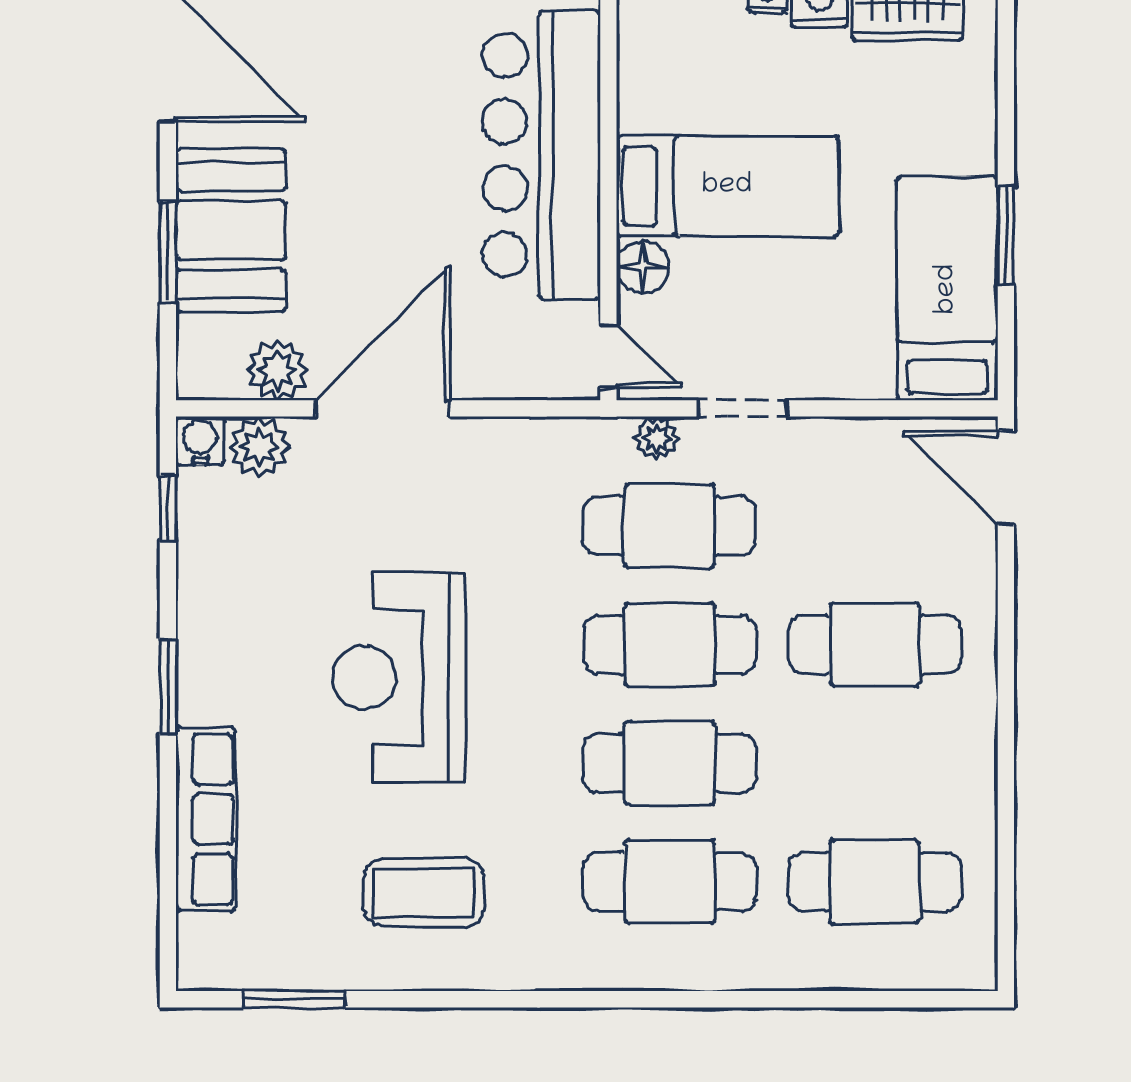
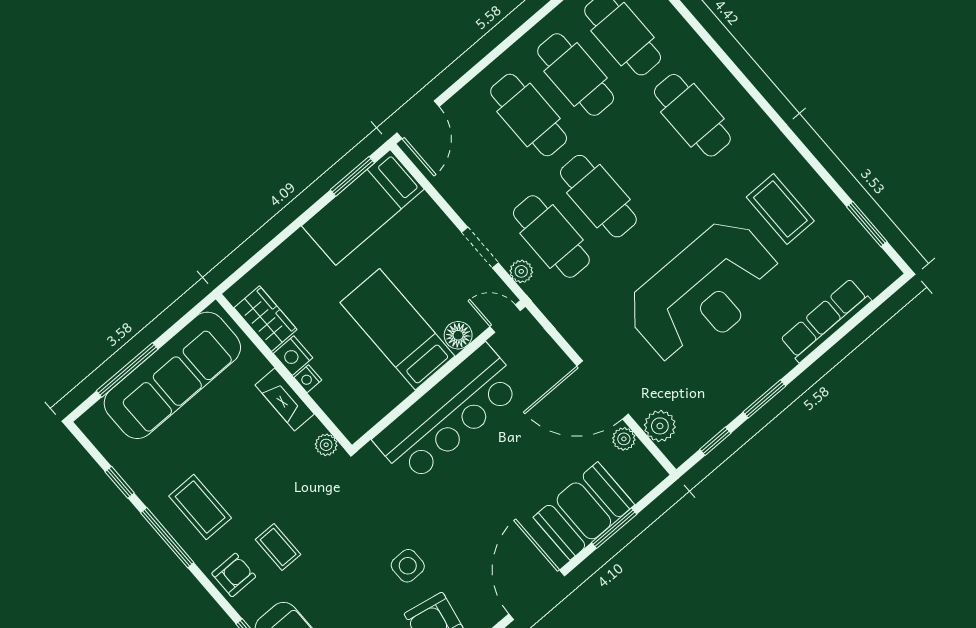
window: (1006, 235) -> (352, 176), moved
door: (608, 356) -> (505, 319), hinge flipped
plant: (277, 370) -> (624, 439), width x0.73, depth x0.73
water cooler: (200, 441) -> (678, 451), removed
reception desk: (399, 677) -> (704, 292), width x1.36, depth x1.30
window: (168, 687) -> (764, 399), moved
cafe table: (670, 763) -> (576, 75), moved

